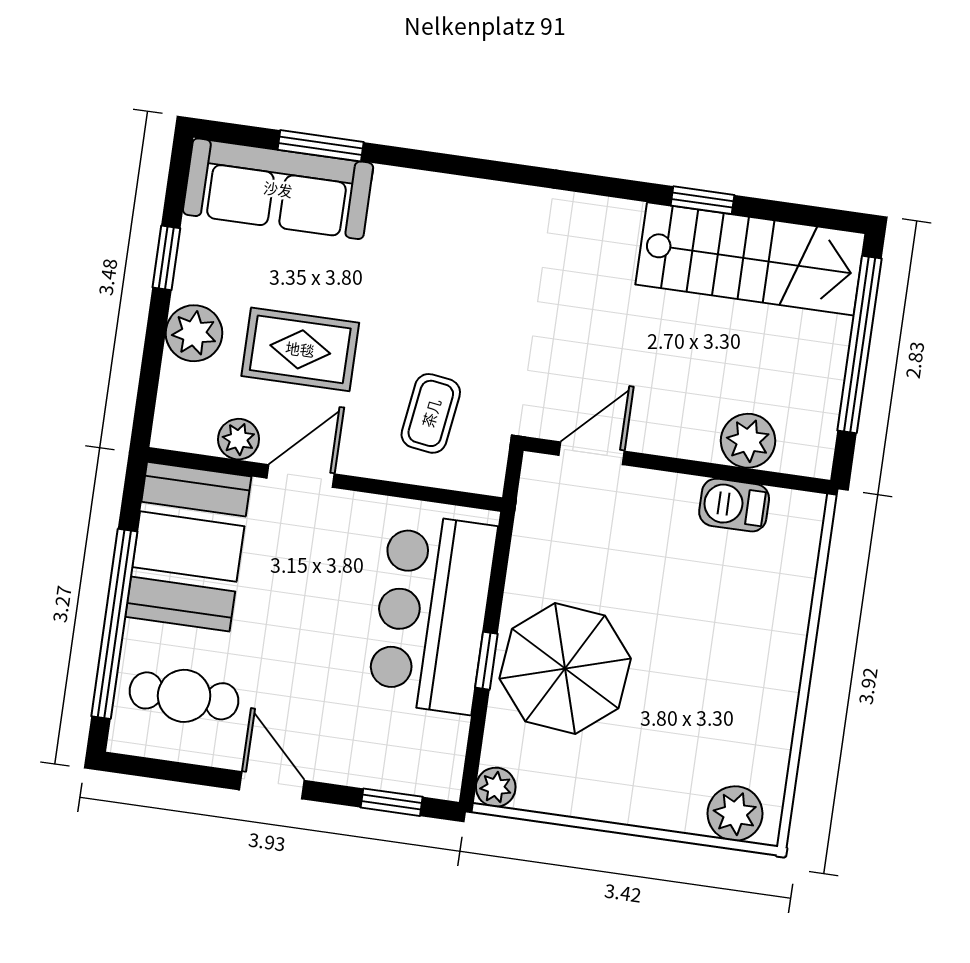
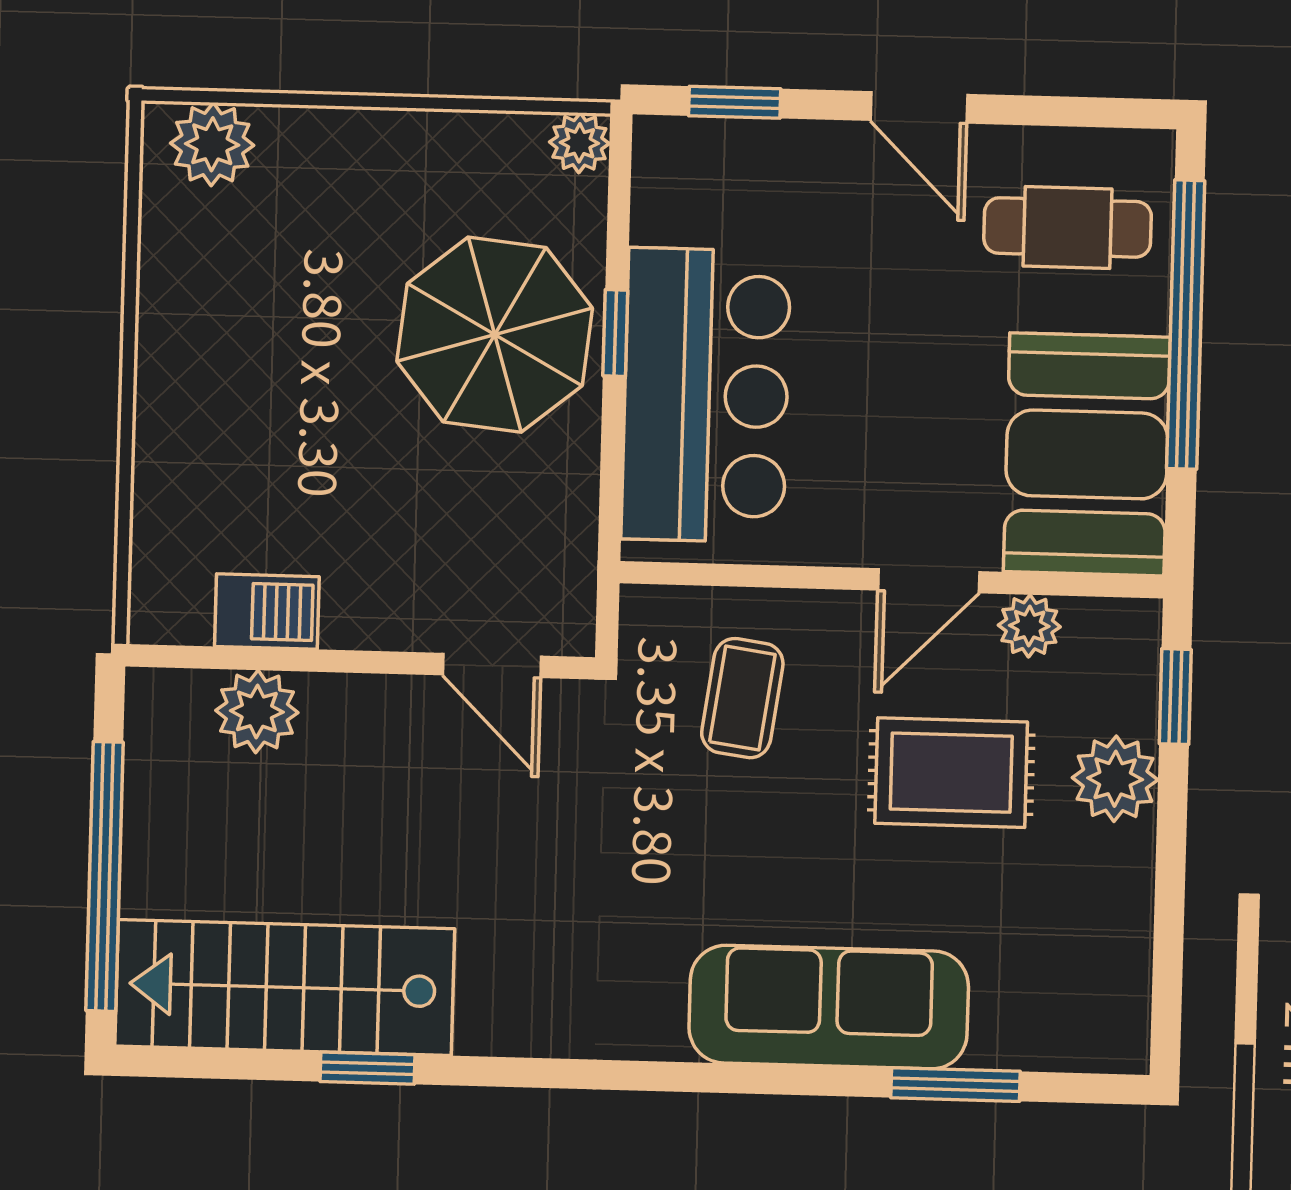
sofa: (278, 189) -> (829, 1007), moved
window: (166, 258) -> (1175, 697), moved
door: (592, 453) -> (492, 665), hinge flipped

